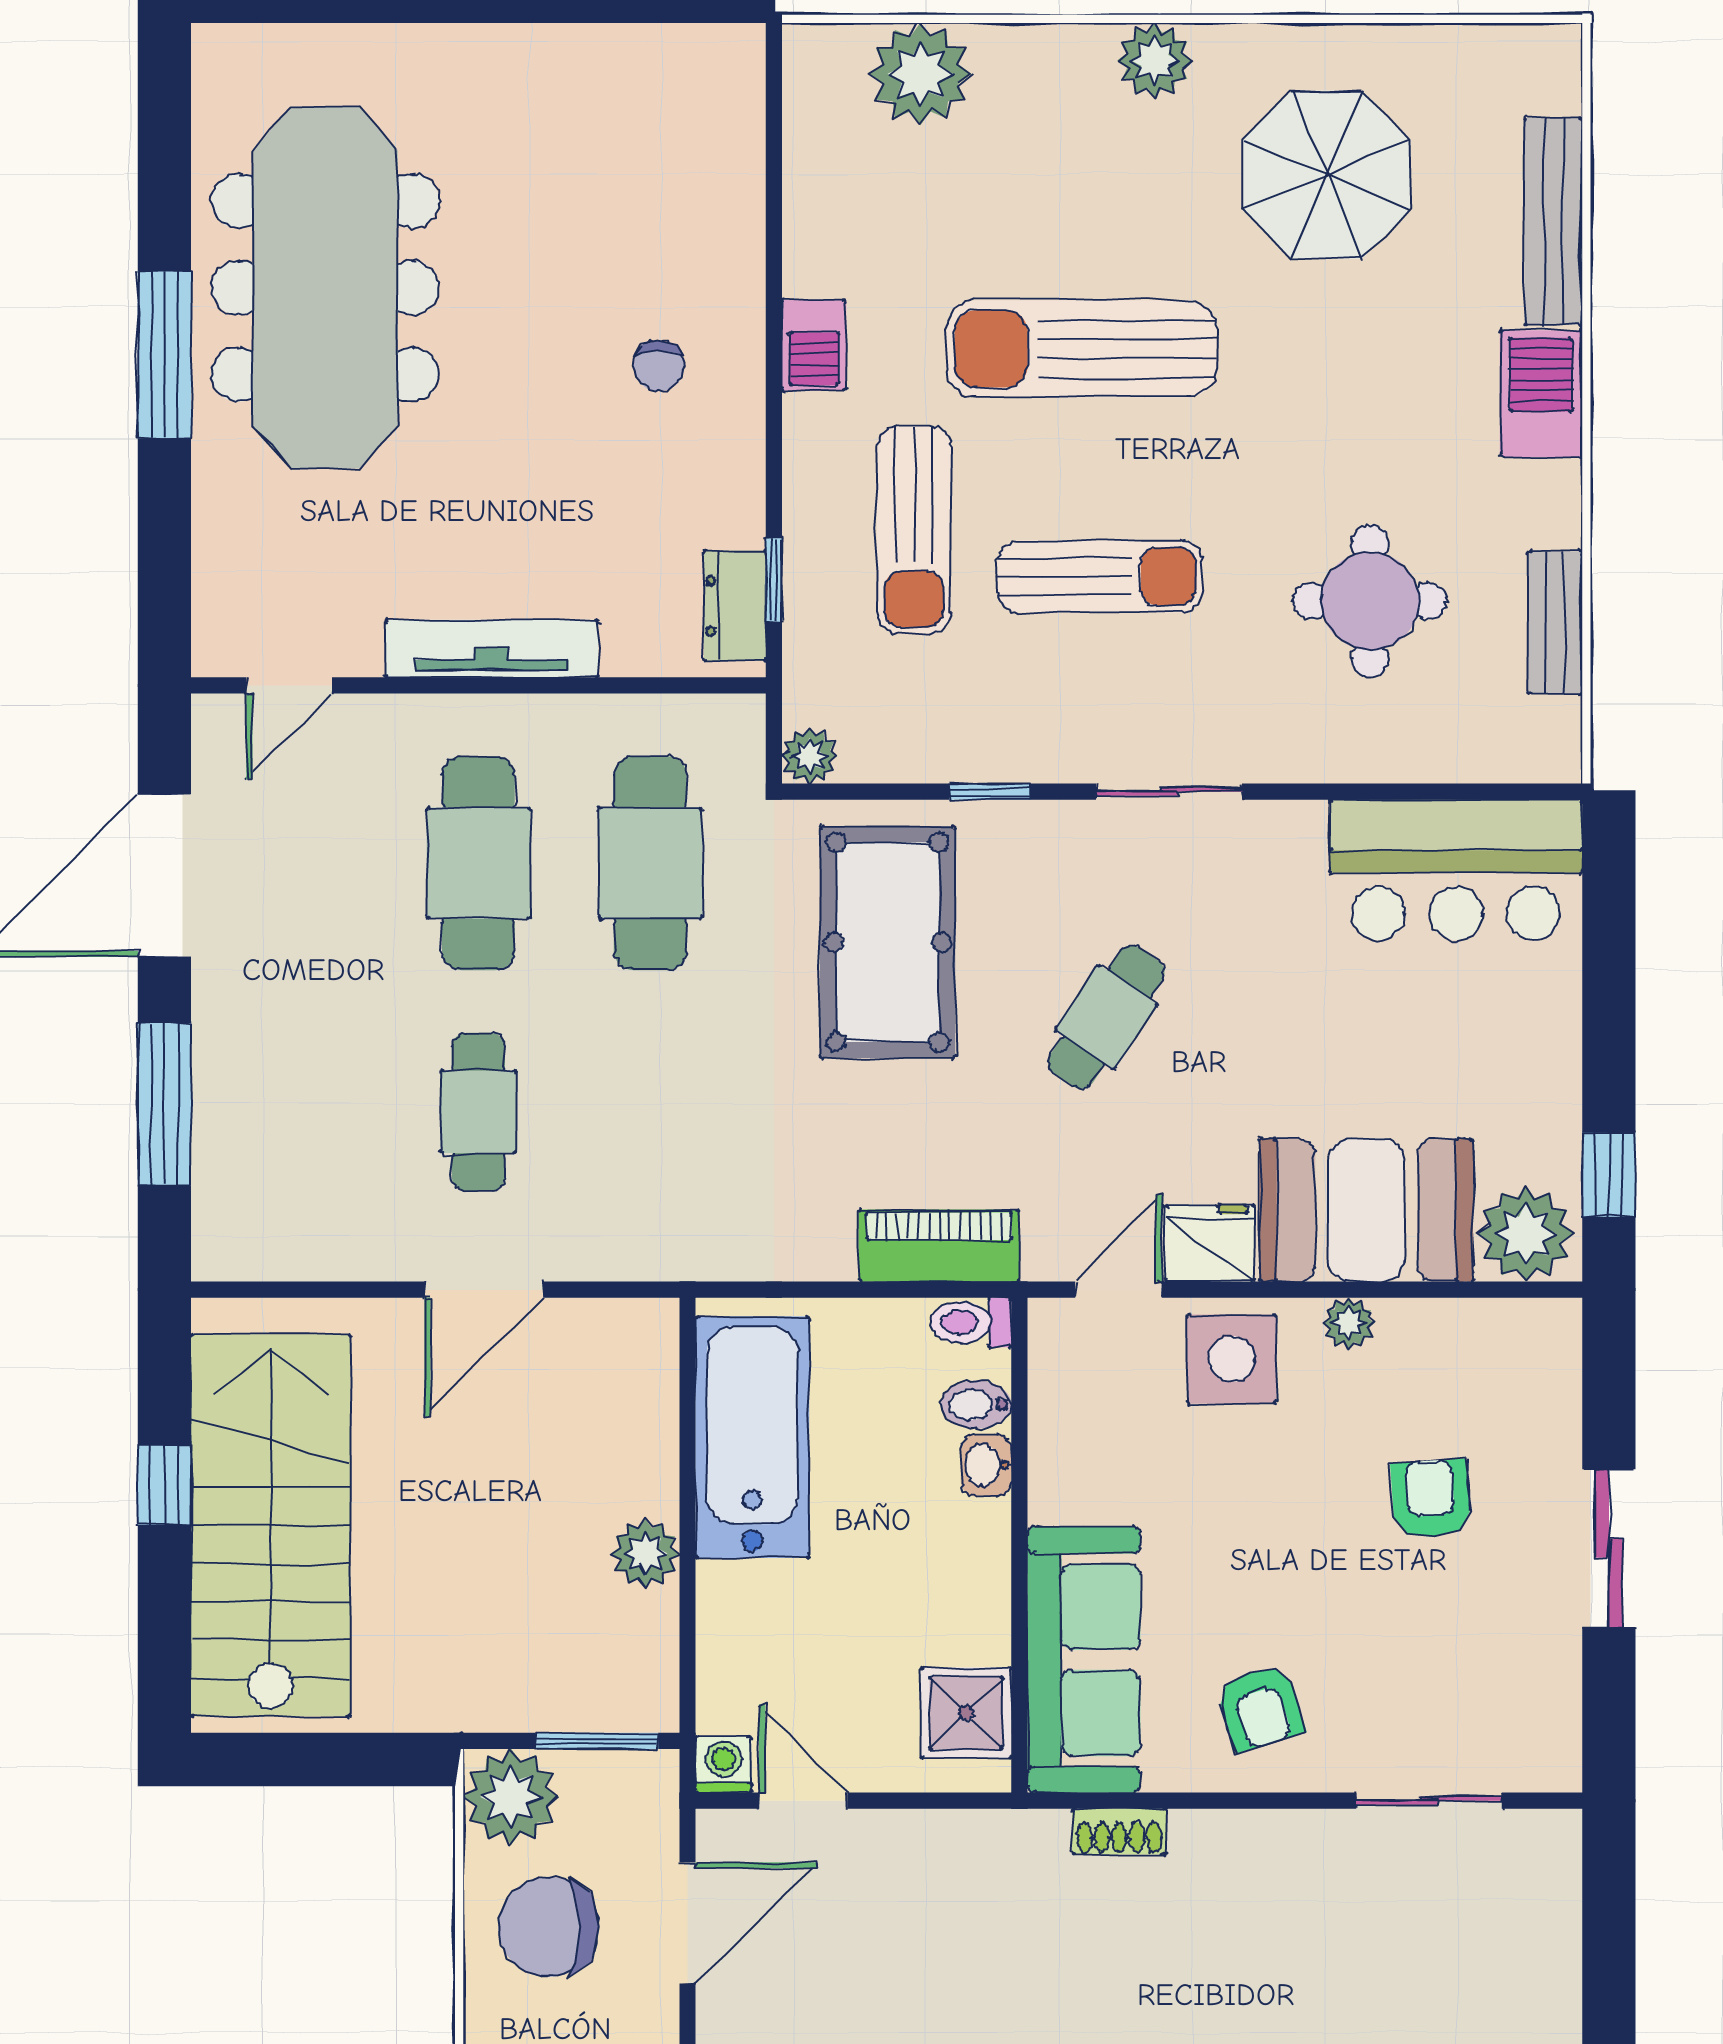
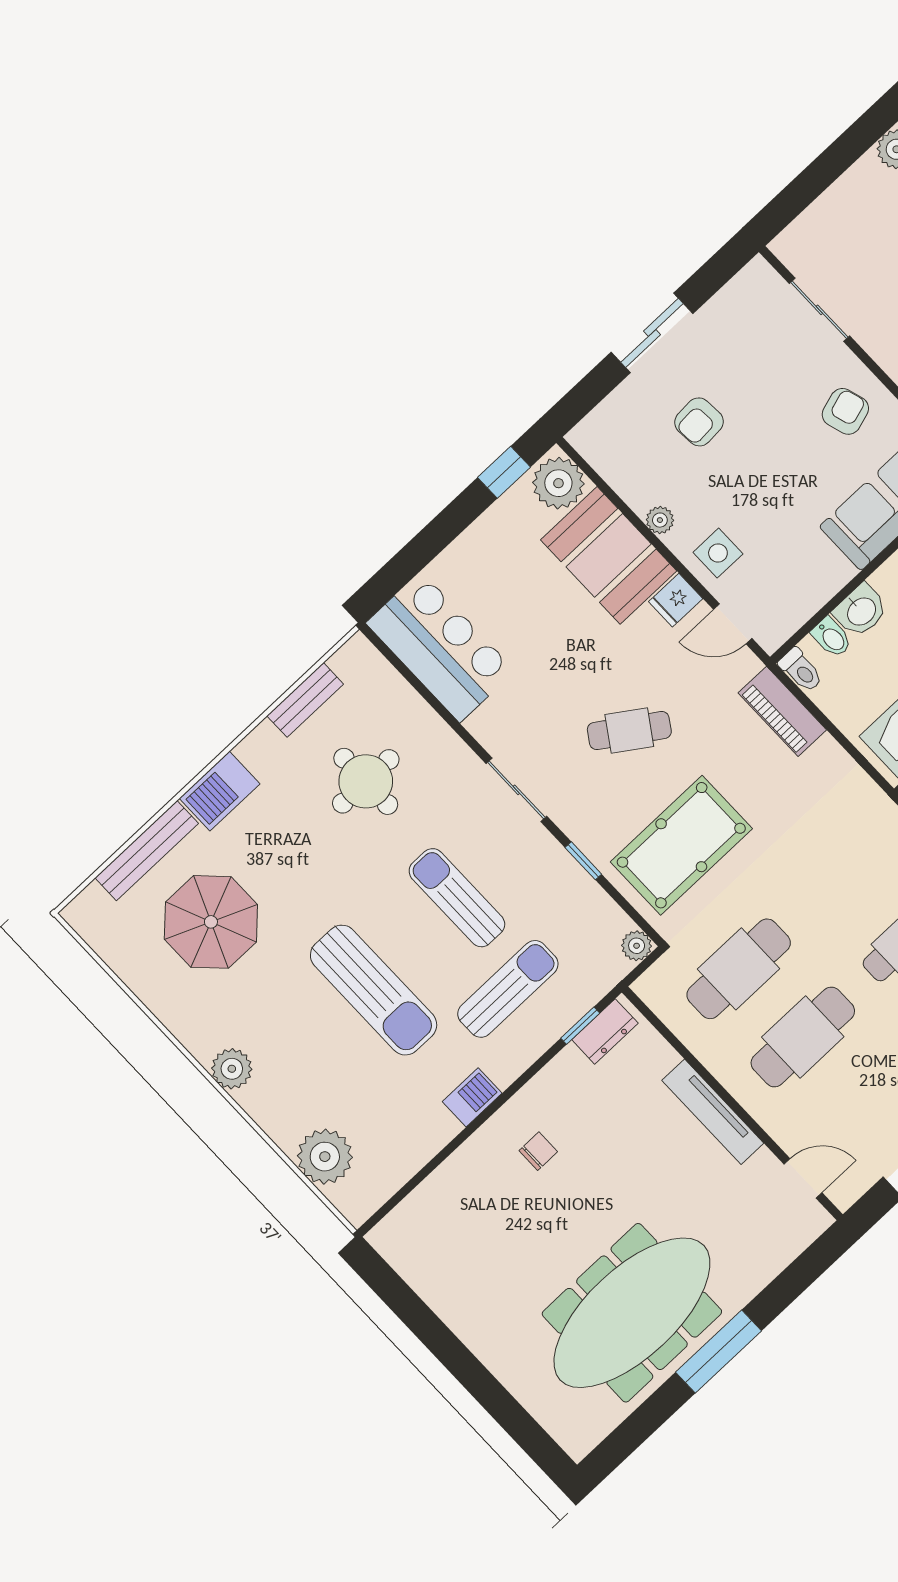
parasol: (1327, 175) -> (211, 922), moved
fridge: (1210, 1243) -> (676, 600), width x0.72
side table: (1232, 1359) -> (718, 553), width x0.73, depth x0.73
washbasin: (986, 1465) -> (861, 611), width x1.38, depth x1.45

